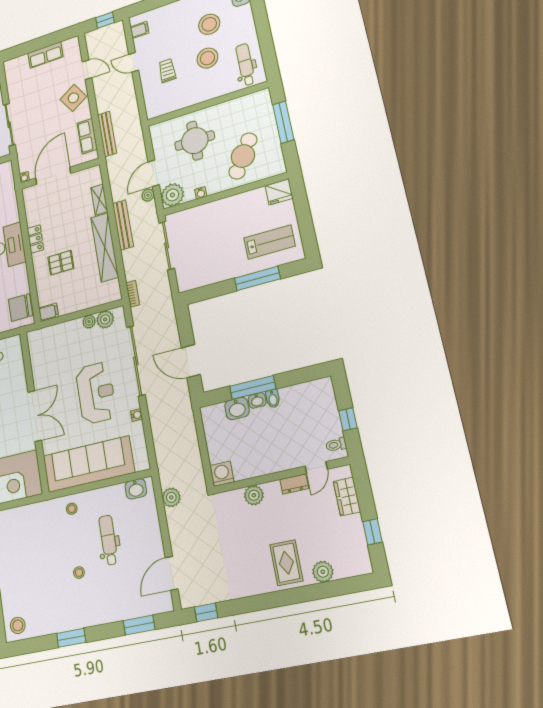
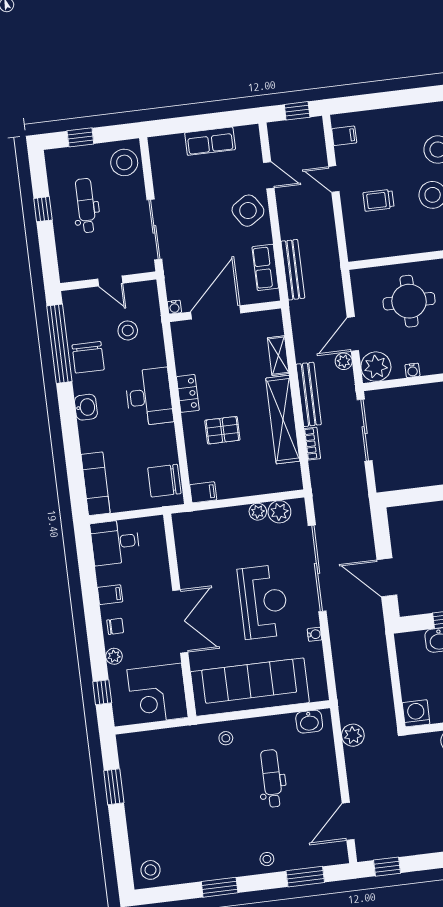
trolley: (167, 71) -> (379, 200), turned -90
bookcase: (133, 294) -> (312, 444), moved
stool: (79, 573) -> (267, 859), moved

